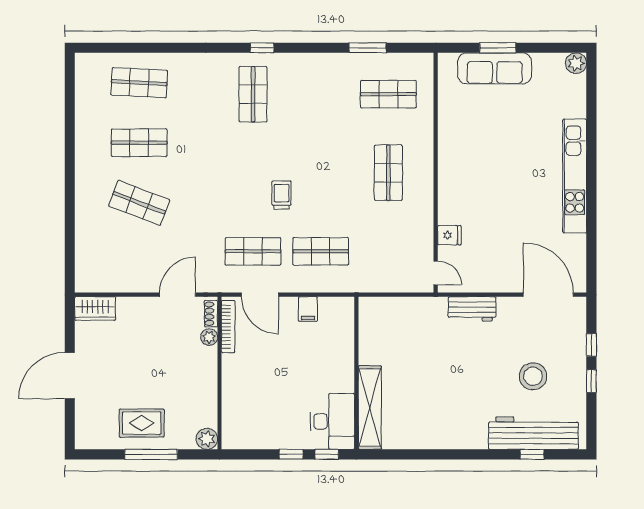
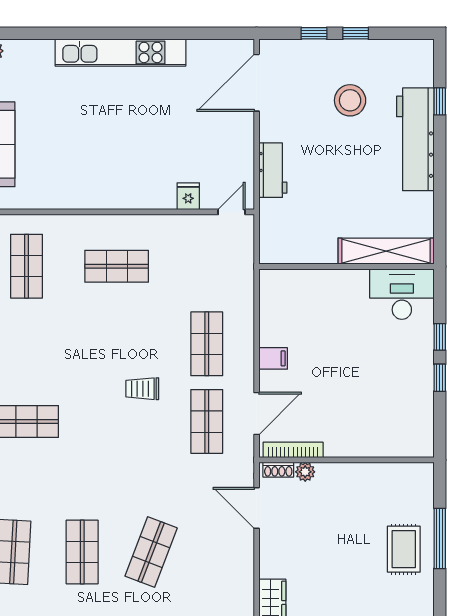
wall: (356, 373) -> (346, 266), moved
shelving: (370, 408) -> (386, 251), moved
desk: (332, 421) -> (402, 294), moved
workbench: (533, 433) -> (415, 139), moved
plant: (207, 439) -> (422, 474), removed

